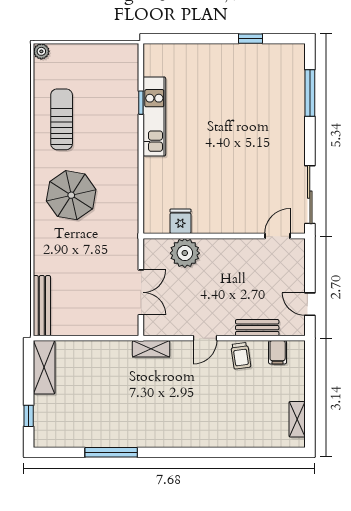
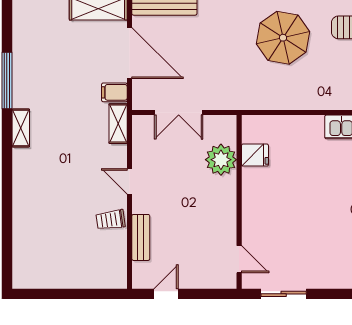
sliding door: (310, 195) -> (284, 294), width x0.73
door: (86, 338) -> (129, 53), added
filing cabinet: (278, 352) -> (114, 92), moved
shelving: (297, 419) -> (21, 128), moved, turned 90

